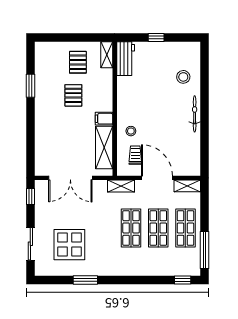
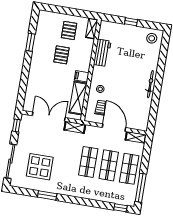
workbench: (126, 59) -> (102, 53), moved
stool: (183, 77) -> (152, 38), moved
double door: (70, 178) -> (49, 117), swing flipped
shelving: (121, 186) -> (75, 127), moved
sliding door: (30, 244) -> (10, 161), width x1.37

